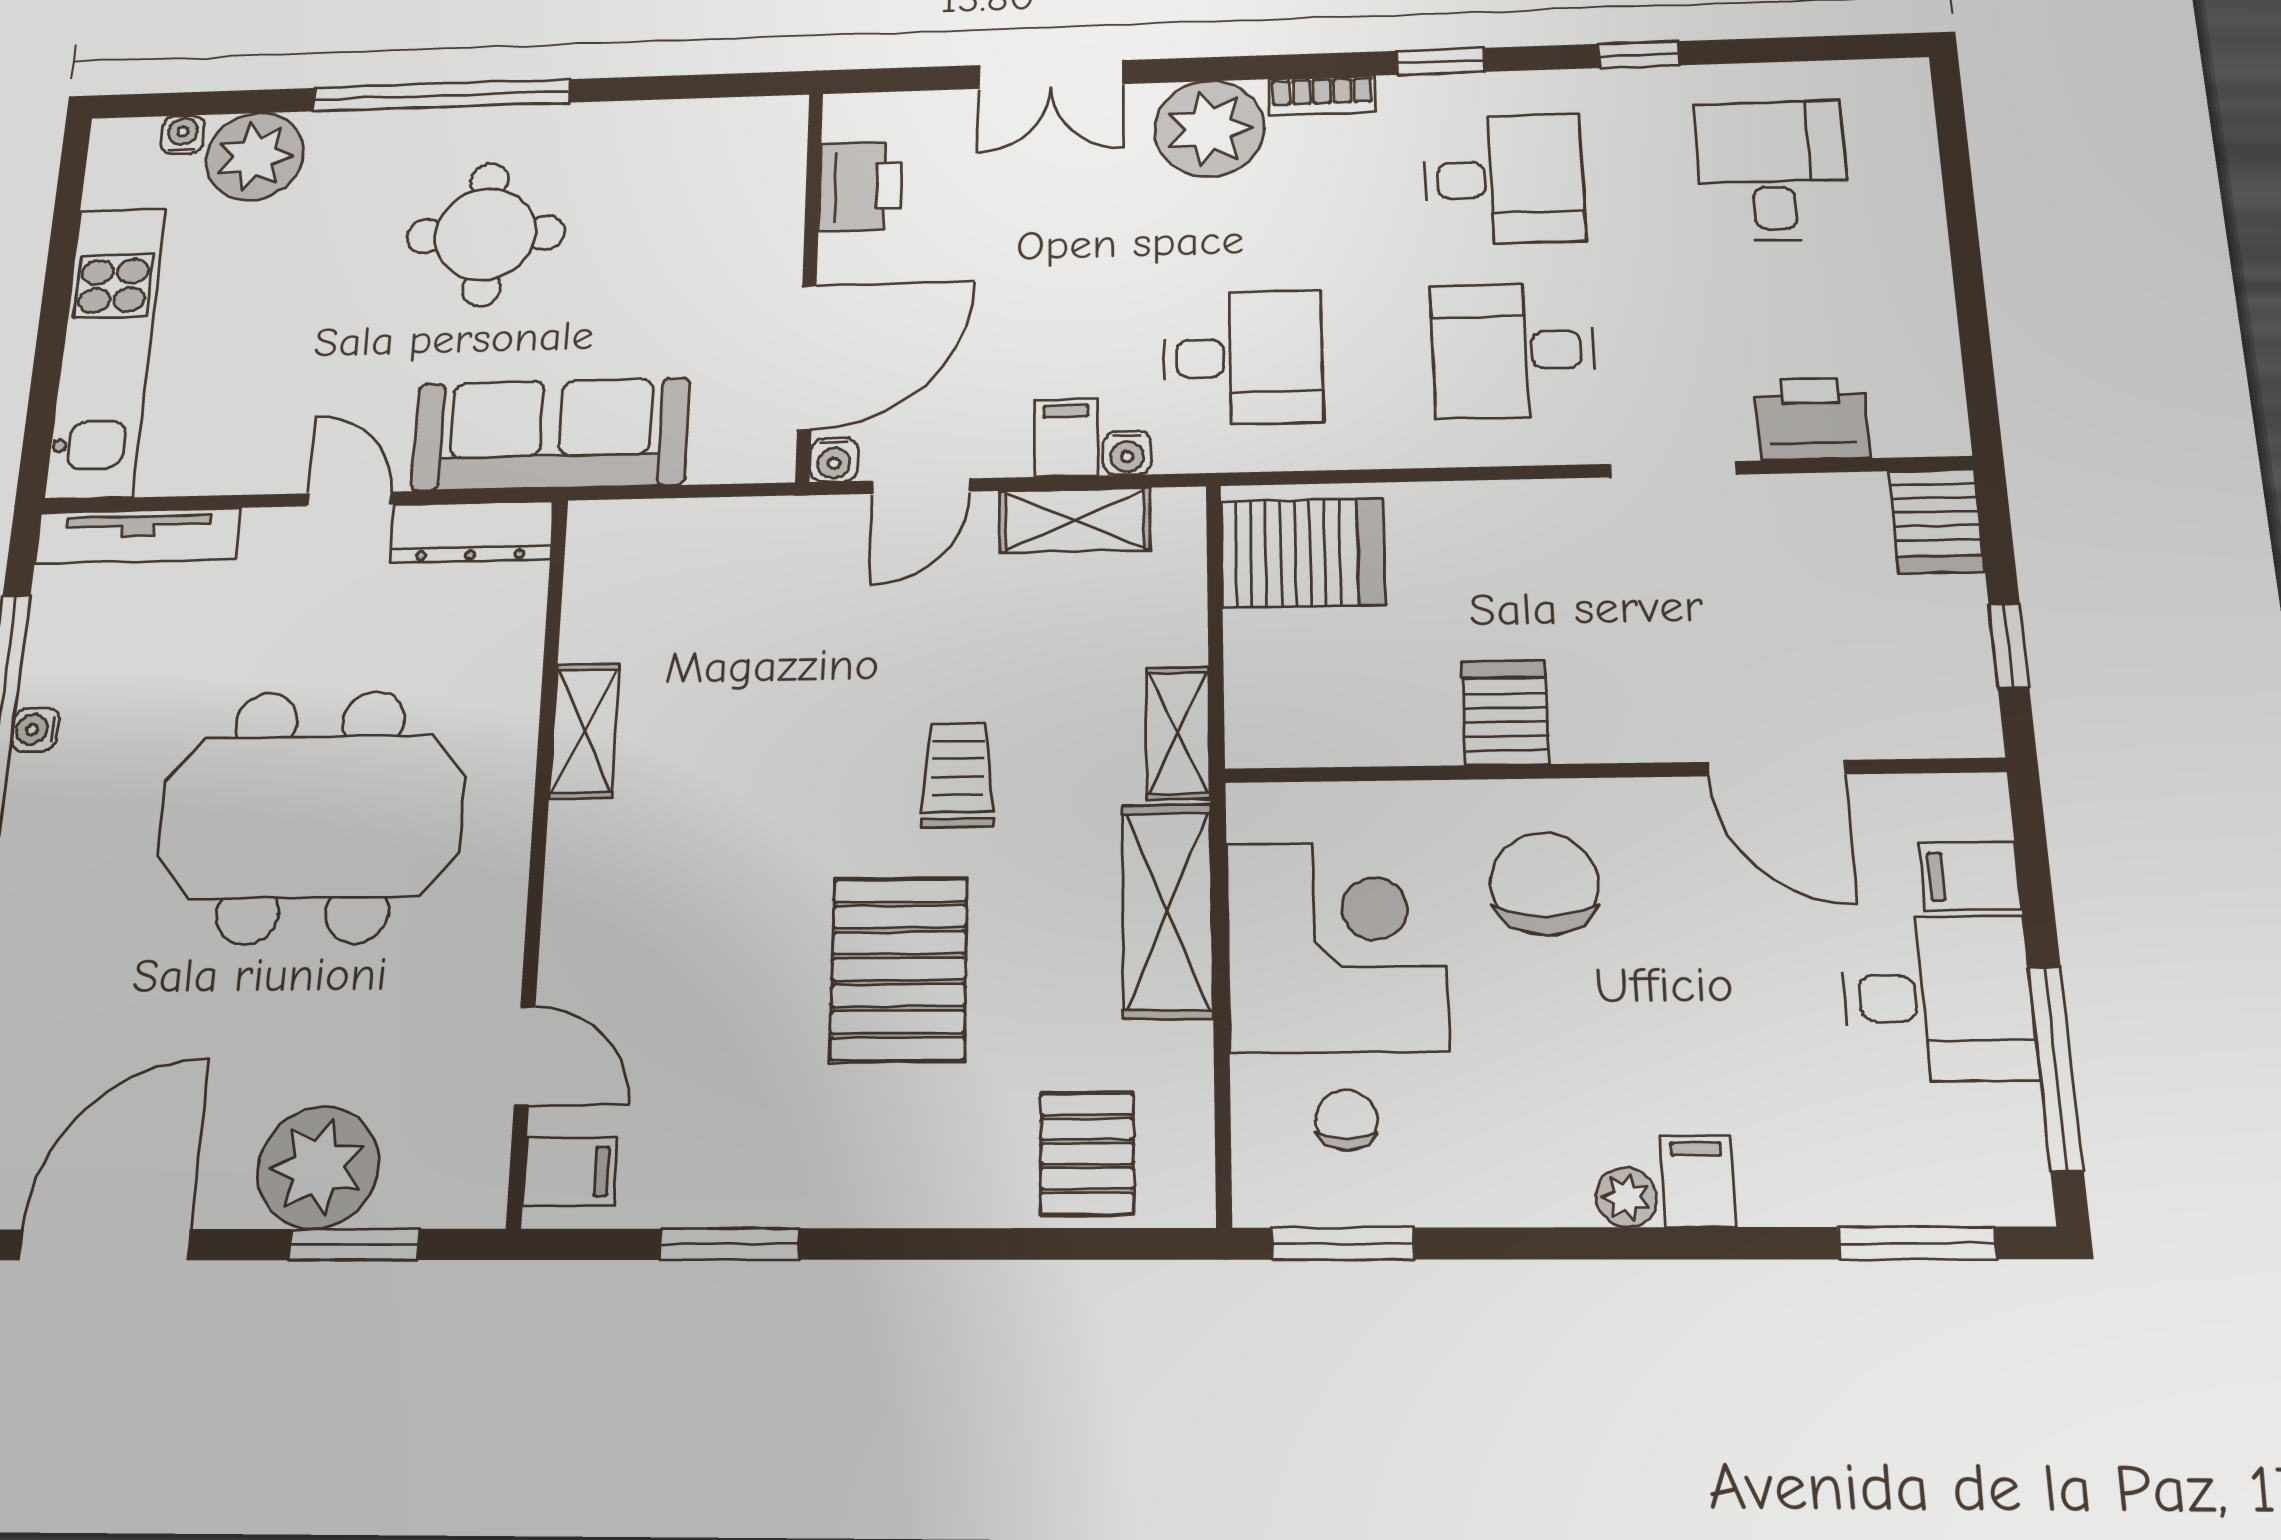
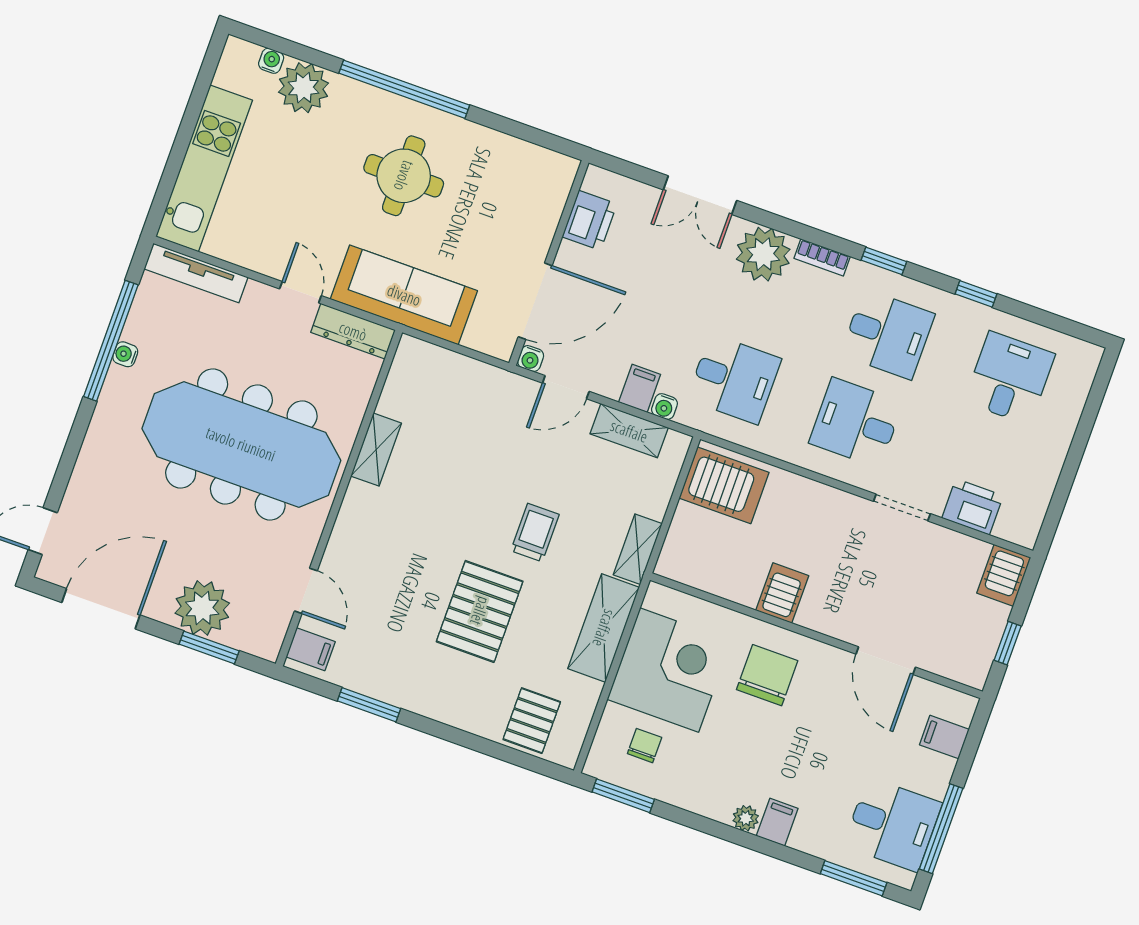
meeting table: (311, 816) -> (241, 444), width x1.36
desk: (1938, 998) -> (893, 824), moved

